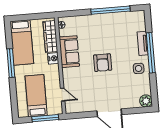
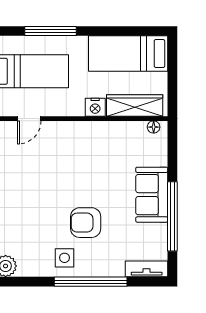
tv unit: (143, 43) -> (147, 269), moved
sofa: (69, 52) -> (152, 195), moved, turned 90
window: (11, 63) -> (51, 31), moved
armchair: (103, 63) -> (86, 223), moved

